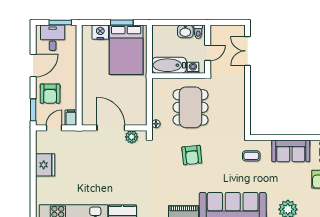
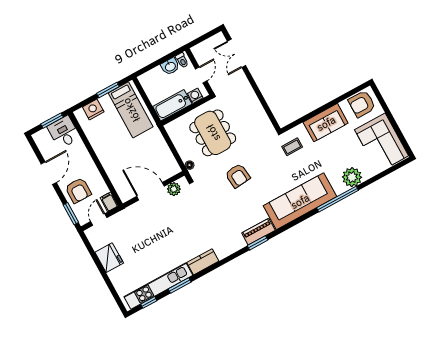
desk: (53, 38) -> (64, 132), moved
bed: (126, 50) -> (131, 110), width x0.67

